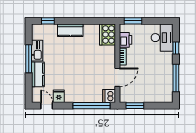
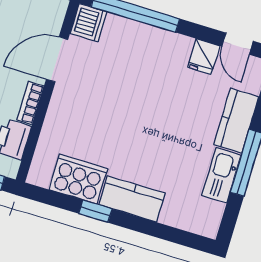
window: (48, 21) -> (95, 211), moved
cooker: (108, 34) -> (78, 179), moved, turned -90

